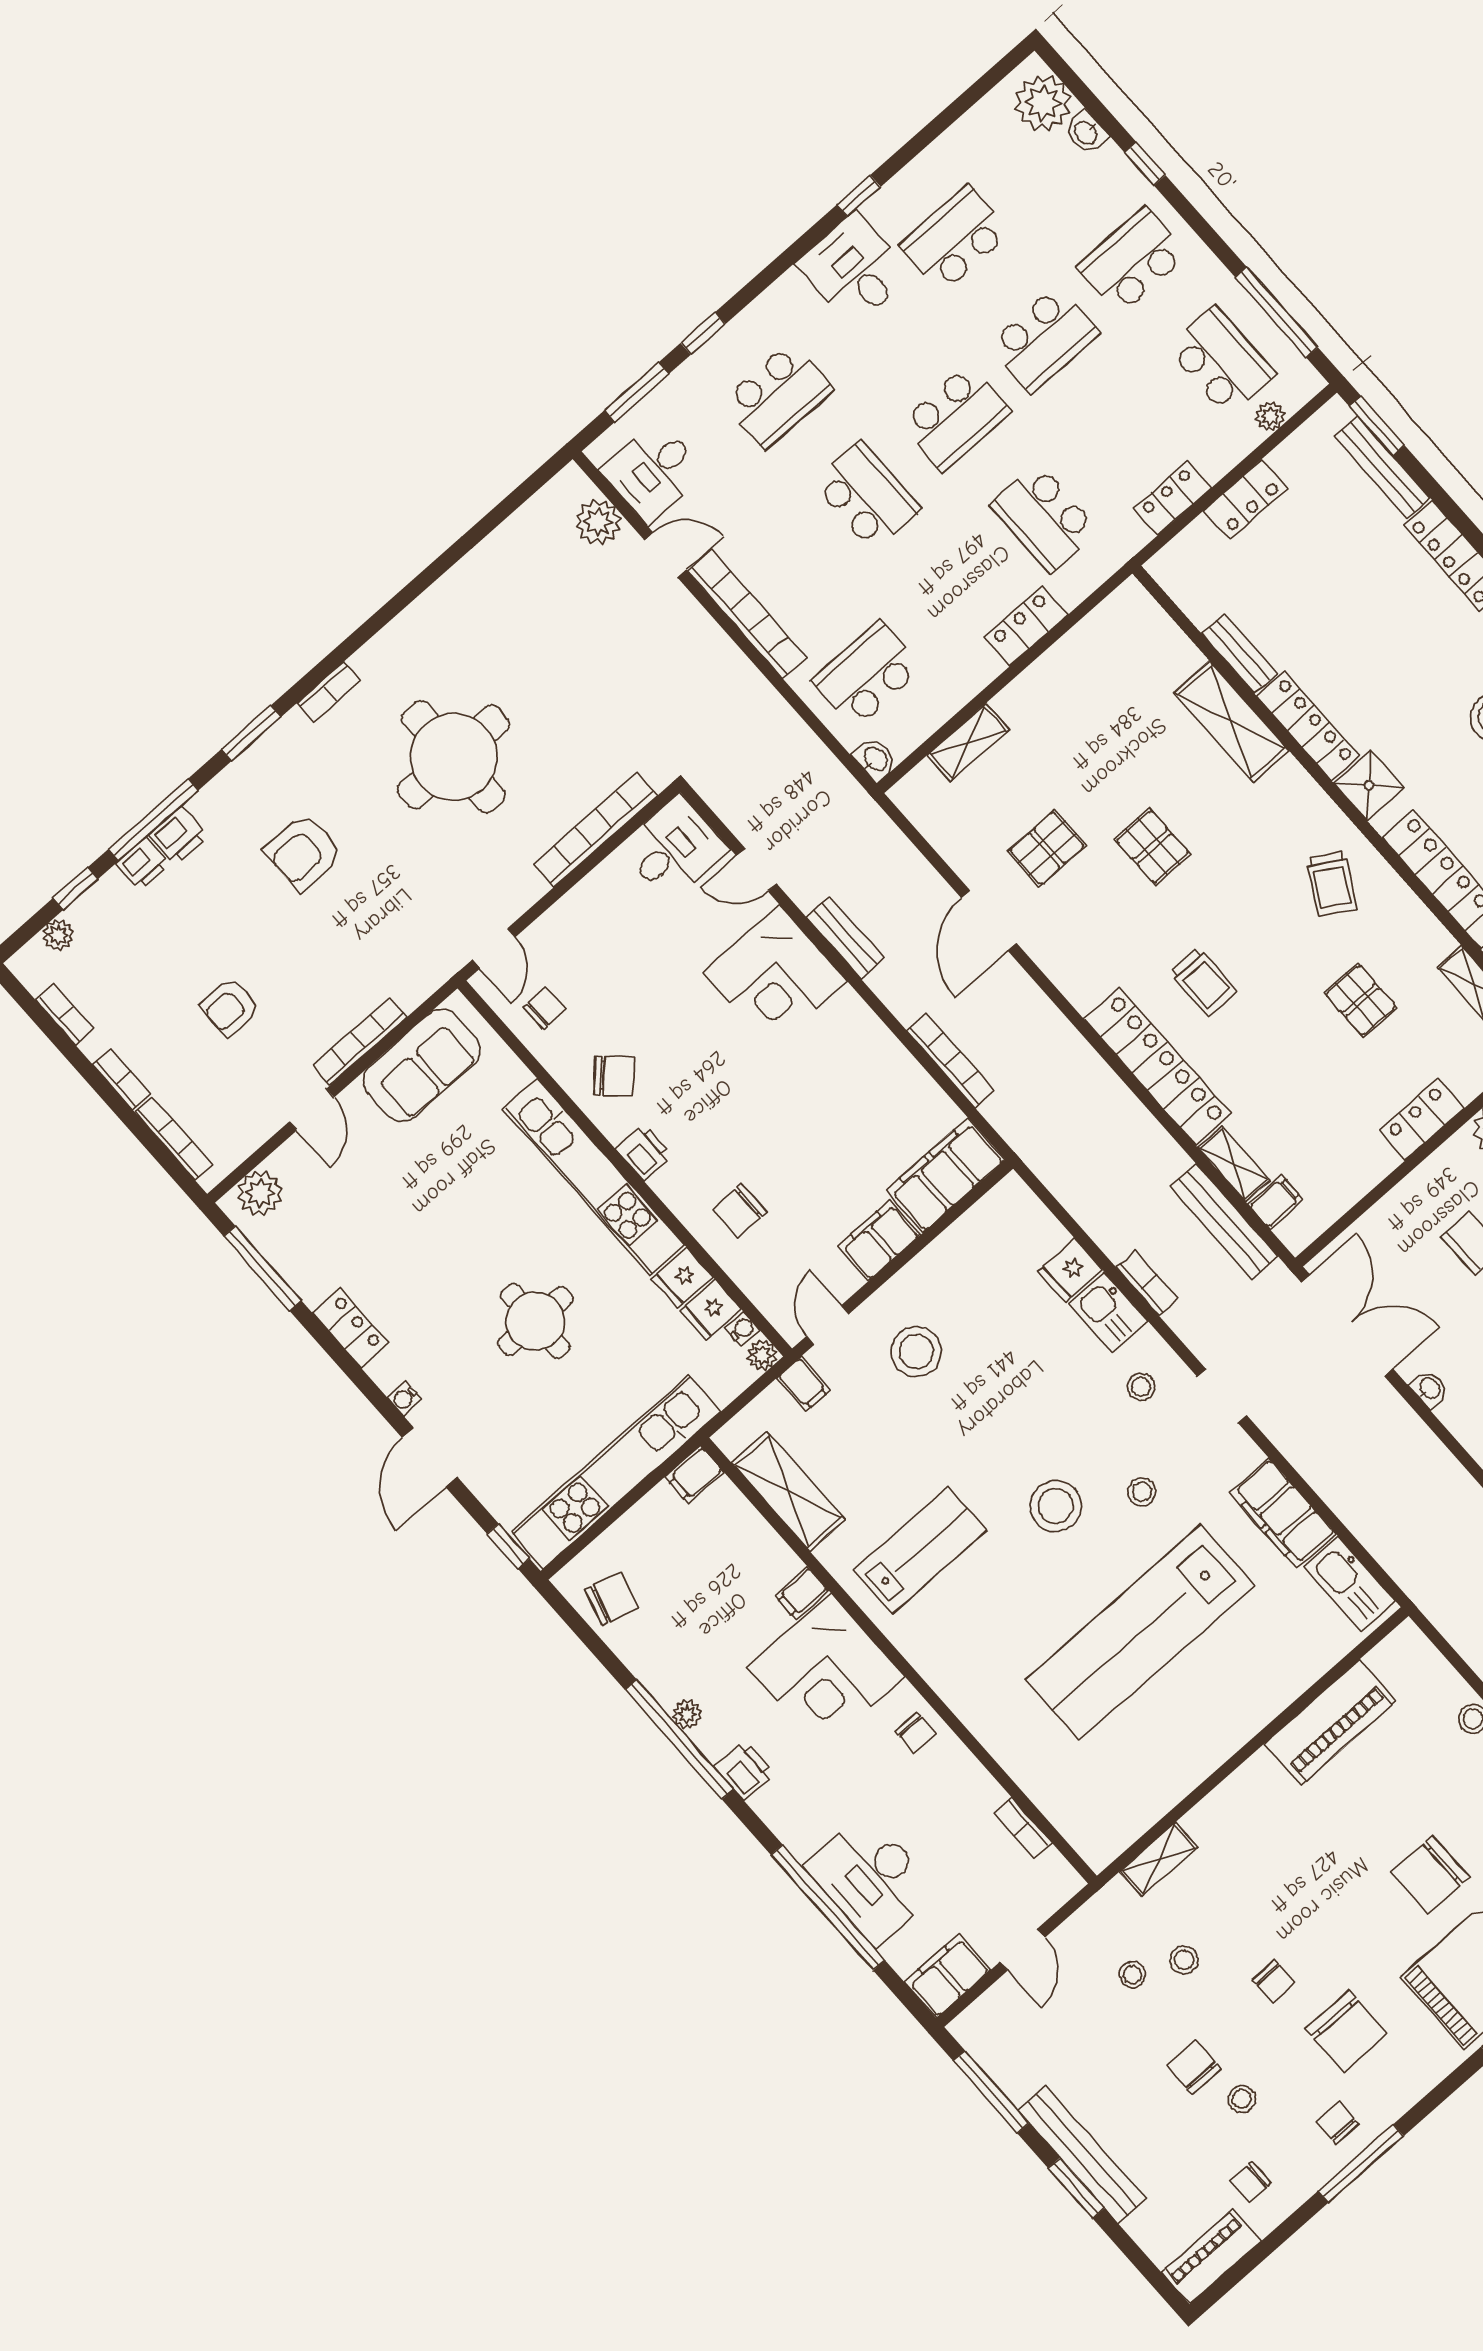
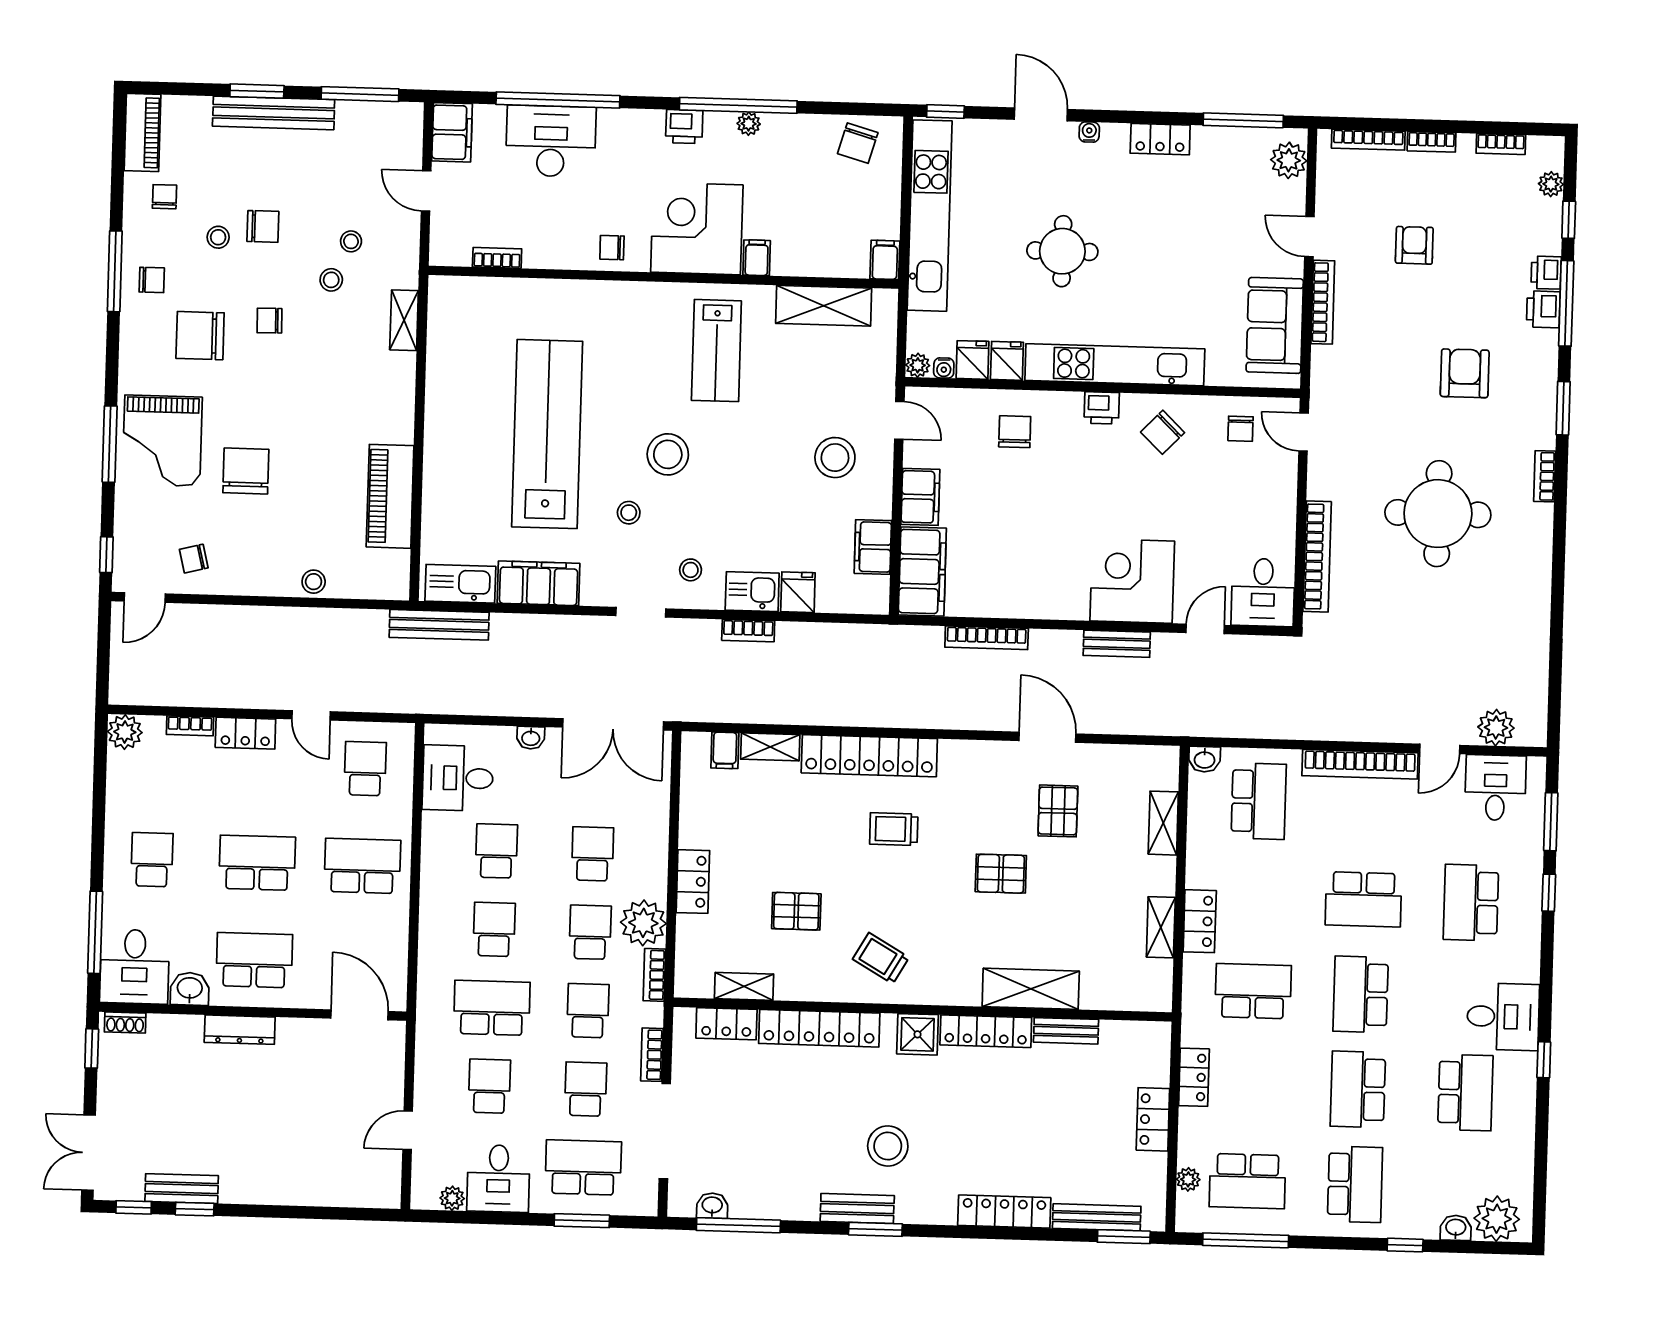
shelving: (1065, 656) -> (1161, 927), added
bench: (1224, 1221) -> (439, 625), moved
filing cabinet: (804, 1384) -> (873, 547), moved, width x2.00

